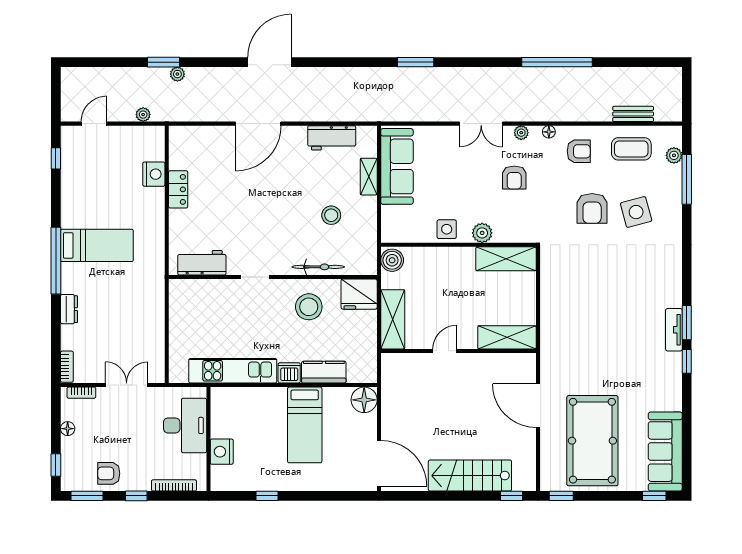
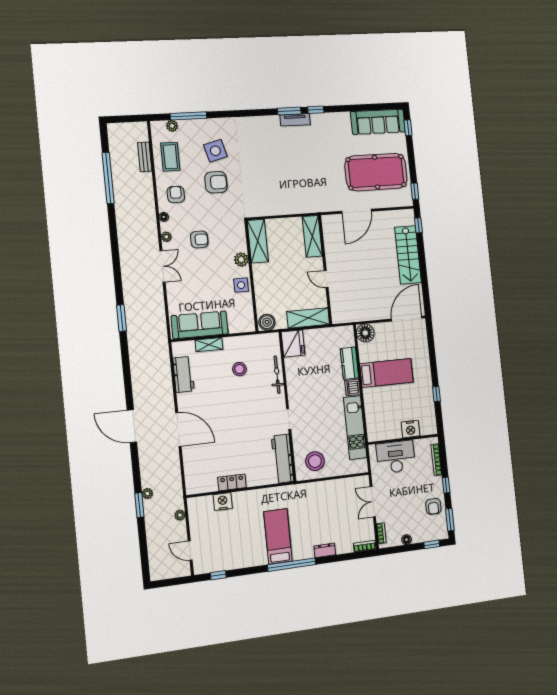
window: (557, 62) -> (108, 178), moved
workbench: (202, 263) -> (283, 459), width x1.37
stool: (309, 307) -> (315, 461), moved

